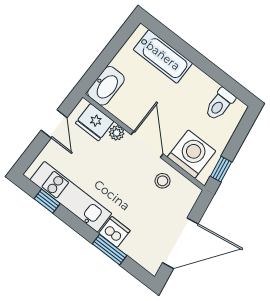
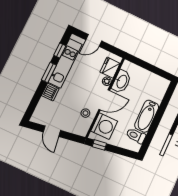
bathtub: (163, 56) -> (147, 116), moved
washbasin: (106, 86) -> (122, 81), moved, turned -90
door: (54, 124) -> (94, 40), moved
door: (180, 243) -> (52, 131), width x0.53
window: (110, 250) -> (49, 73), moved

